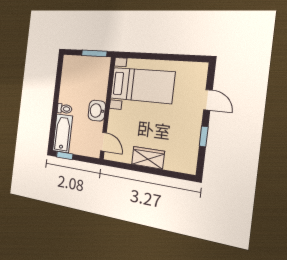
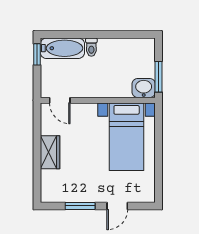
washbasin: (97, 111) -> (144, 88), moved
window: (204, 136) -> (80, 206), width x1.50
door: (103, 142) -> (60, 100), hinge flipped

